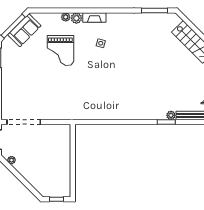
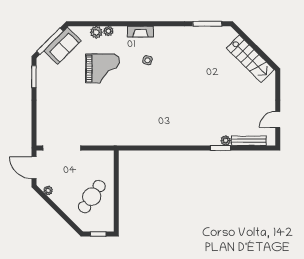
plant: (76, 18) -> (96, 32), moved
grand piano: (60, 51) -> (103, 68), turned -90
cafe table: (51, 166) -> (92, 197), added

